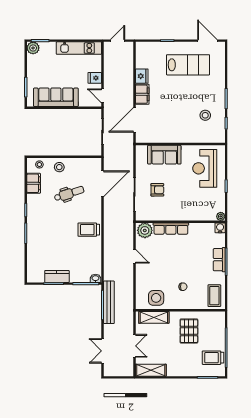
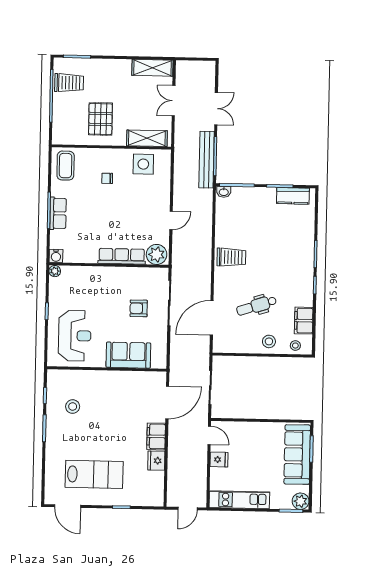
lab bench: (188, 65) -> (94, 474), turned 180
sofa: (56, 97) -> (297, 454), moved, turned 90
door: (134, 256) -> (171, 220), swing flipped
kitchen counter: (57, 276) -> (293, 196), moved
double door: (102, 351) -> (216, 109), moved

